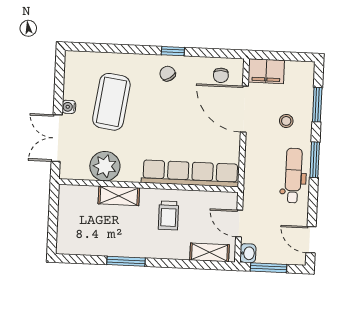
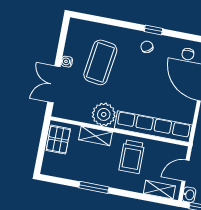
plant: (105, 166) -> (104, 114), moved
pallet: (72, 207) -> (58, 140), added
trolley: (168, 215) -> (132, 157), width x1.36, depth x1.39
door: (239, 223) -> (186, 171), hinge flipped

